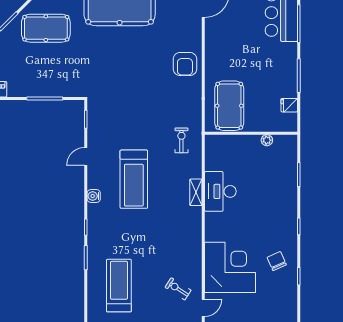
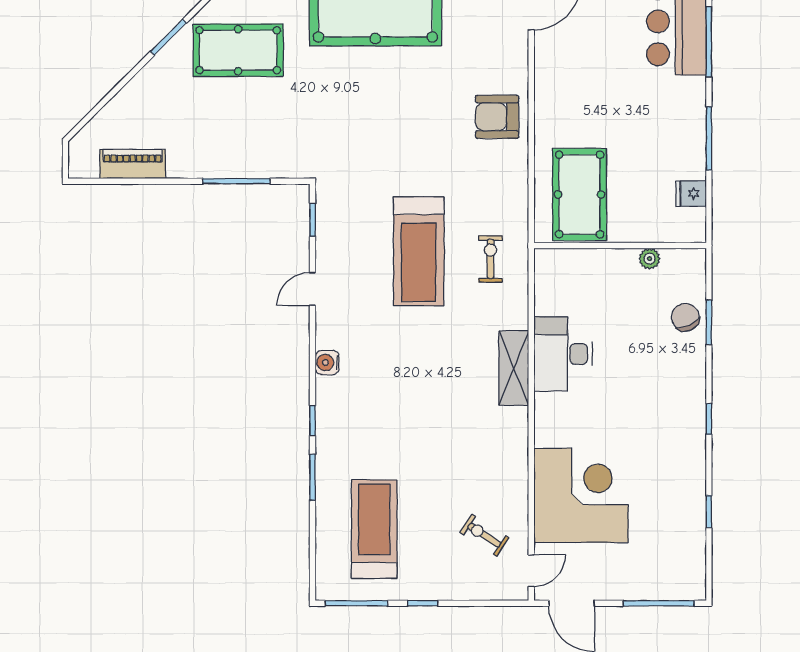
armchair: (185, 64) -> (497, 117), turned 90
treadmill: (134, 179) -> (419, 251), moved
shelving: (196, 192) -> (514, 368), width x1.50, depth x1.33
chair: (277, 261) -> (685, 317), moved

